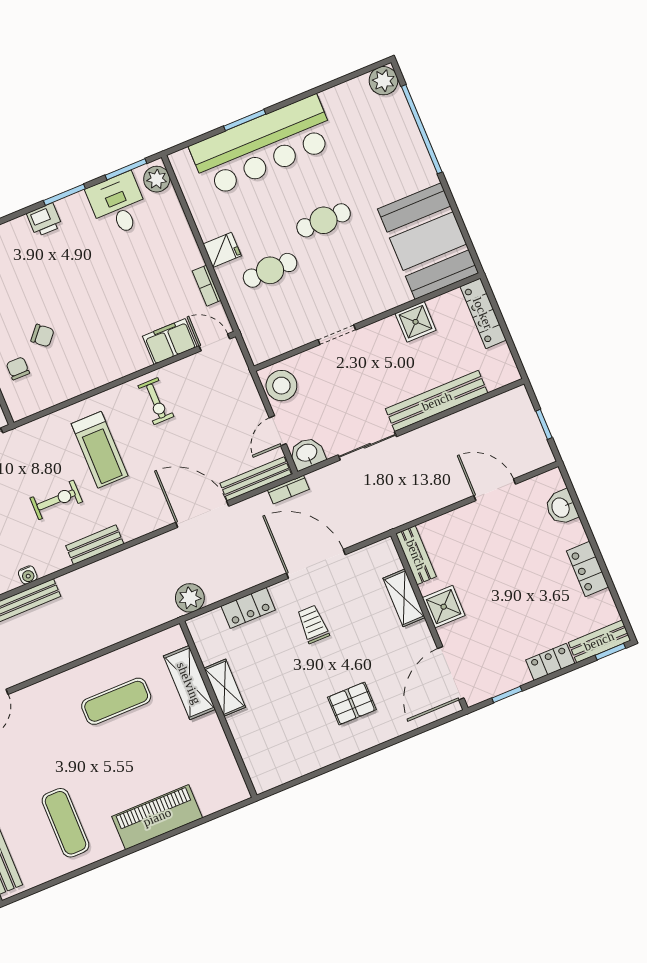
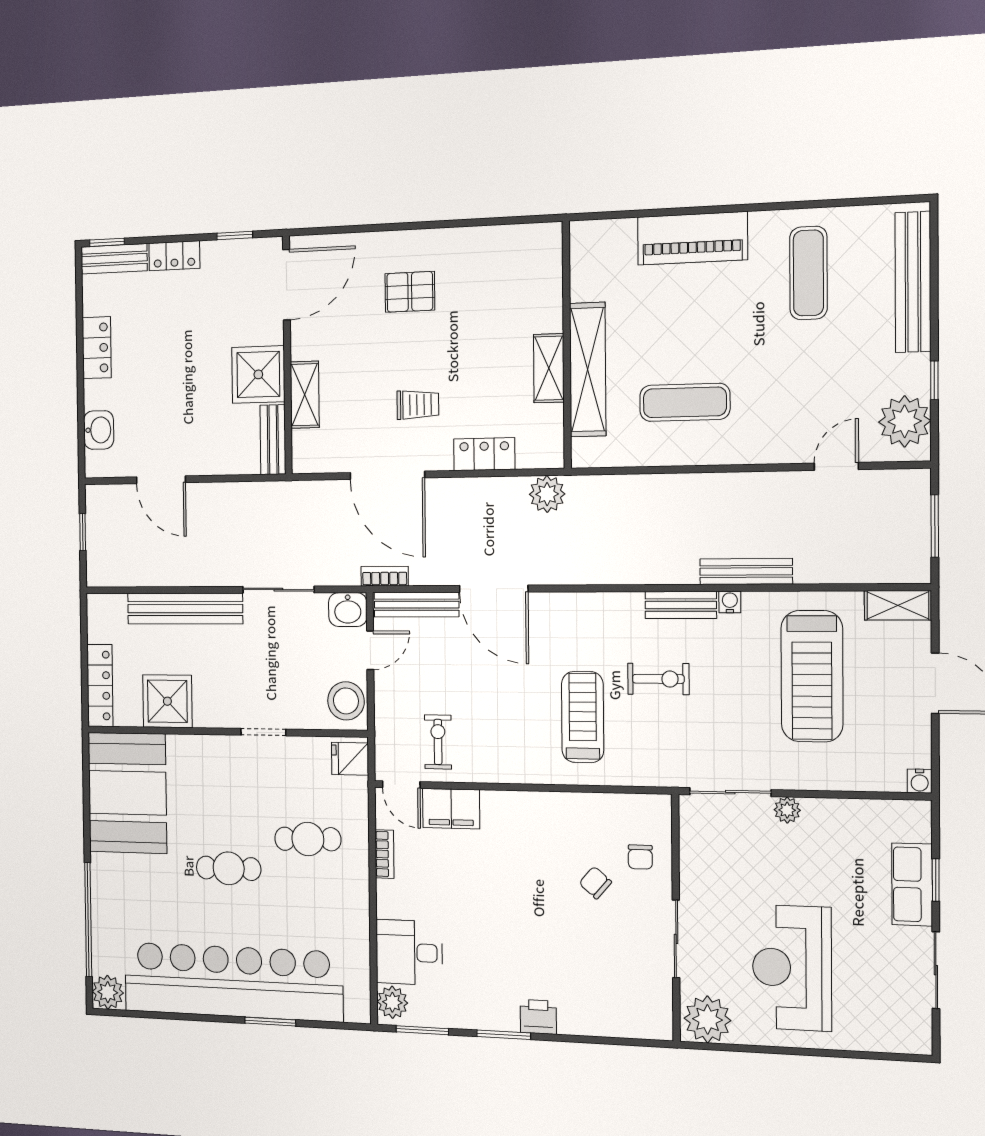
bar counter: (263, 146) -> (233, 982), width x1.36
desk: (118, 205) -> (409, 952), moved, turned 90
fridge: (222, 250) -> (350, 759), moved
shower: (416, 322) -> (167, 701), width x1.36, depth x1.36
exercise bike: (156, 401) -> (438, 742), moved
exercise bike: (56, 500) -> (658, 679), turned 180
bench: (95, 545) -> (681, 605), moved
shower: (444, 607) -> (258, 374), width x1.36, depth x1.36
trolley: (313, 624) -> (418, 405), turned -90
shelving: (189, 683) -> (588, 370), width x1.47

